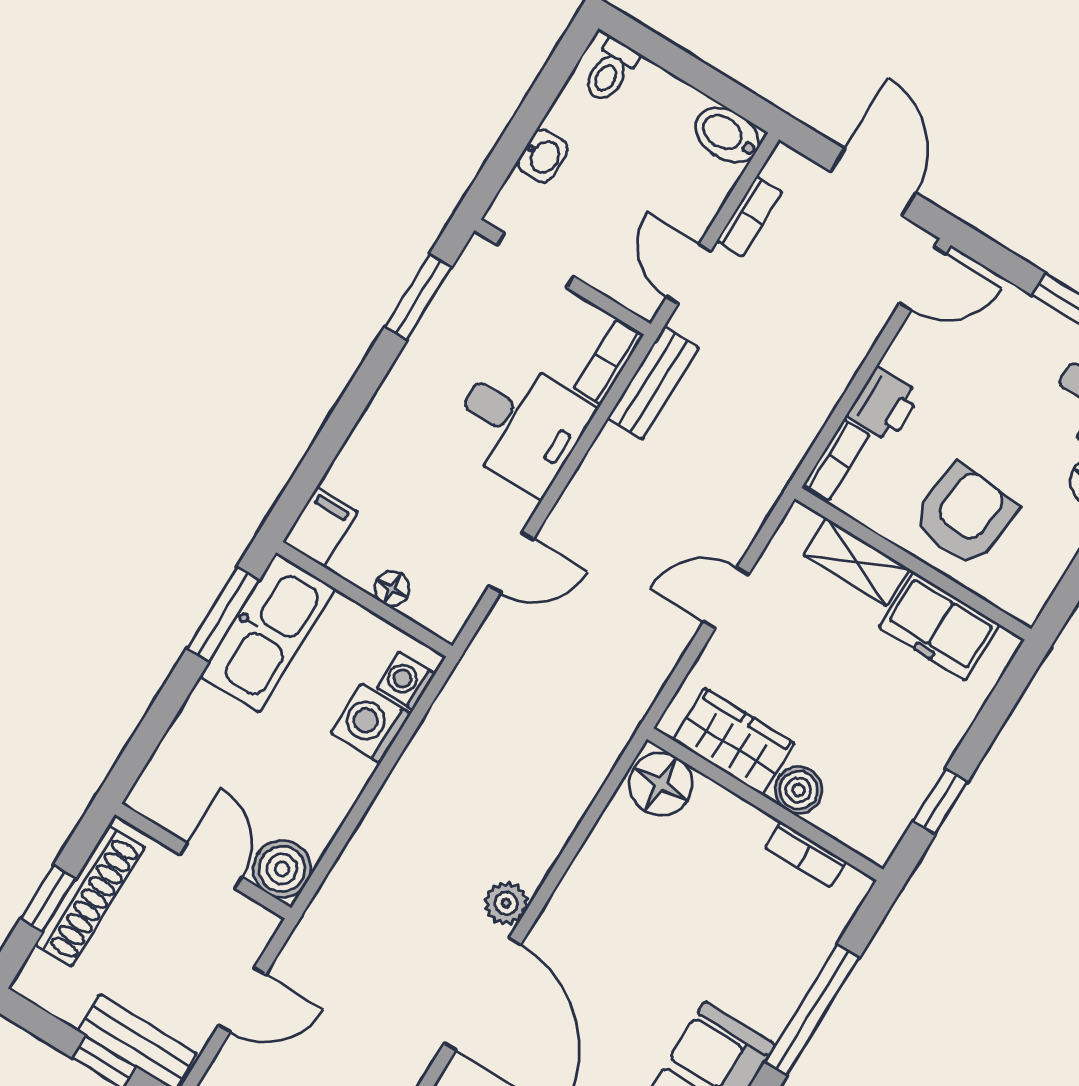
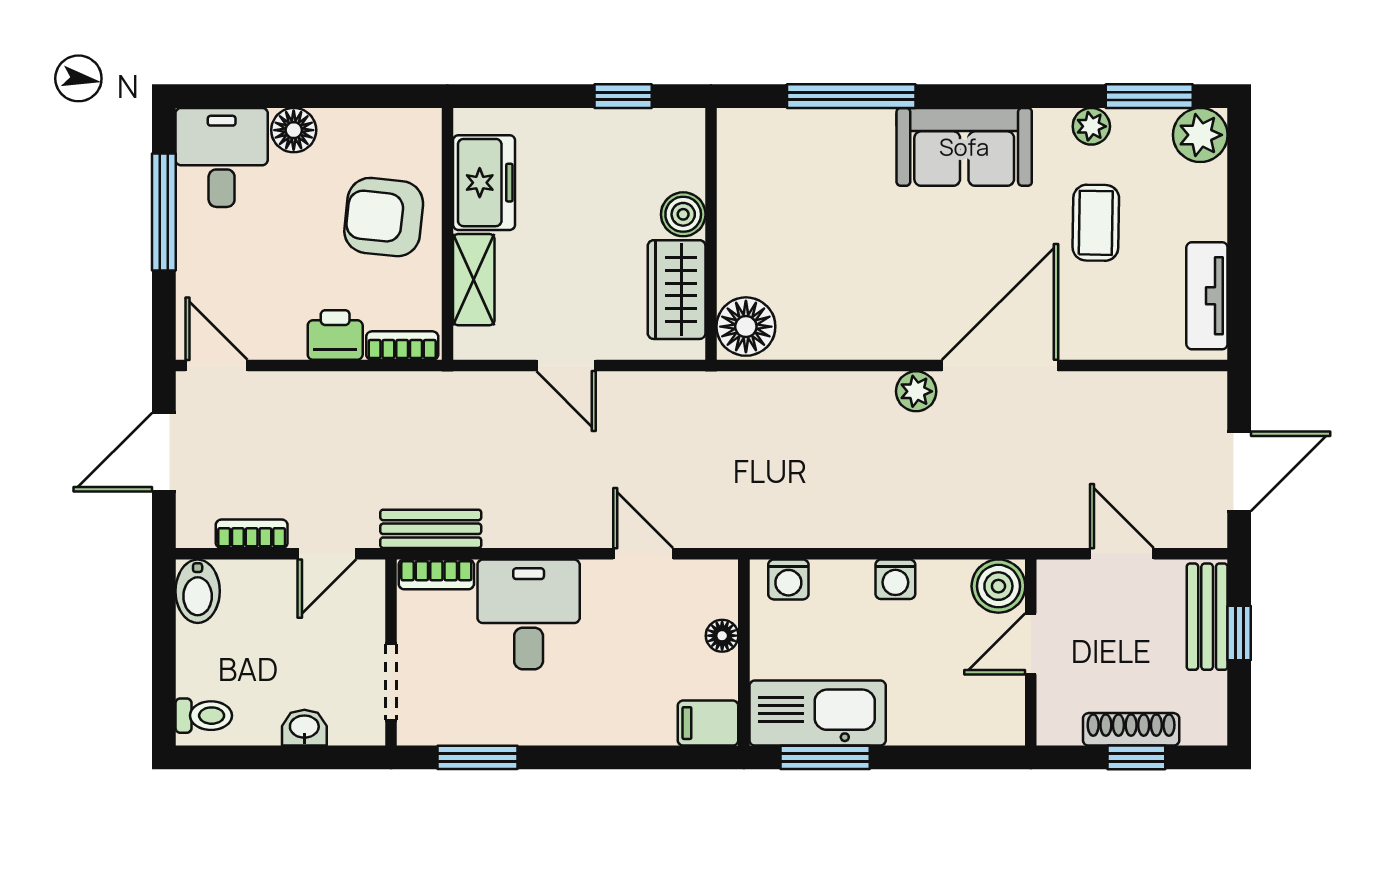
washing machine: (371, 723) -> (895, 579), moved, width x0.73, depth x0.73
bookcase: (806, 854) -> (731, 177), removed
shoe rack: (90, 896) -> (1131, 729), width x0.74, depth x0.81

